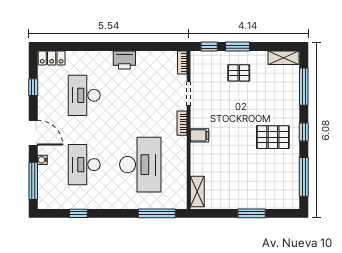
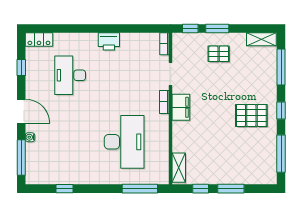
filing cabinet: (199, 135) -> (181, 107), width x2.00
desk: (84, 165) -> (70, 142), removed
window: (220, 213) -> (201, 189), added

